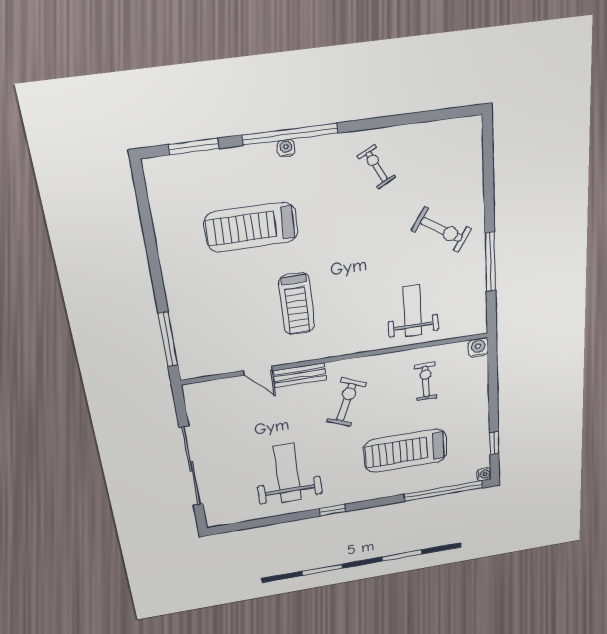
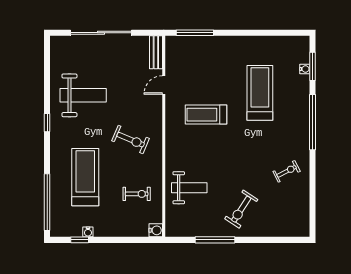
water cooler: (286, 148) -> (305, 69), moved
bench: (300, 375) -> (156, 52), moved
water cooler: (484, 474) -> (88, 232), moved

